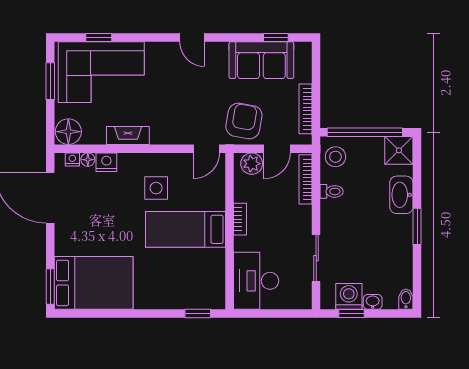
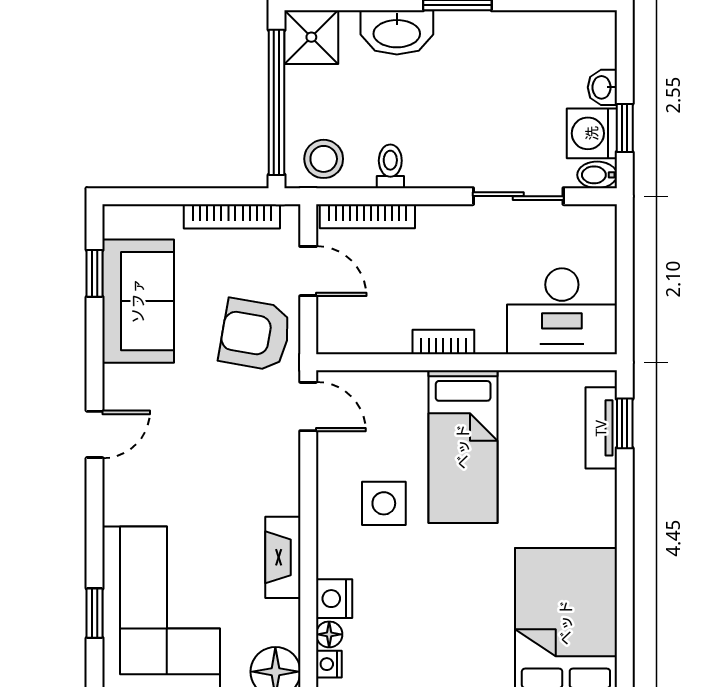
plant: (252, 164) -> (337, 320), removed
bidet: (406, 299) -> (597, 175), moved
tv unit: (195, 301) -> (601, 428), added

